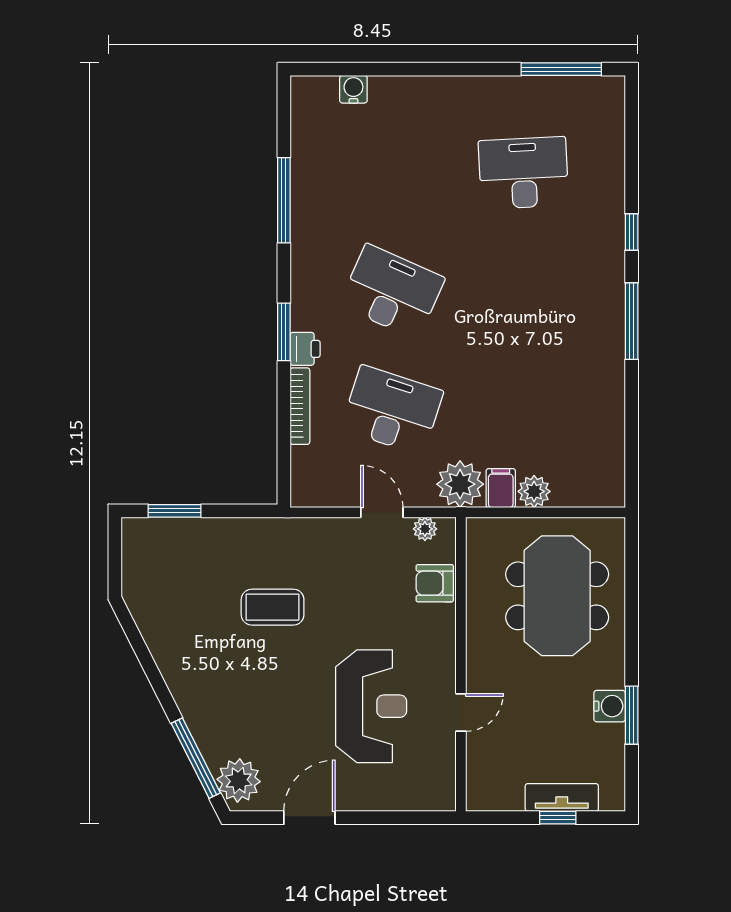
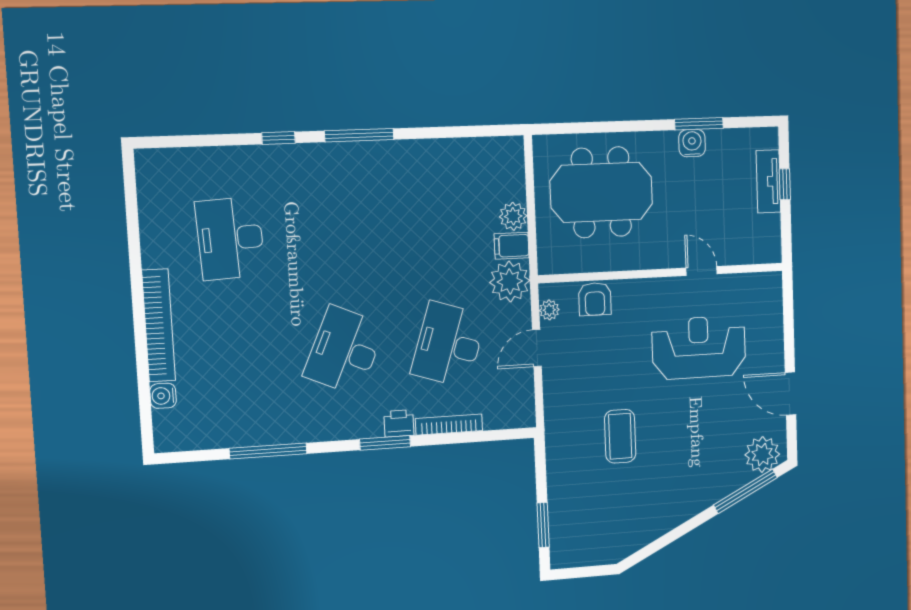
window: (561, 69) -> (132, 208), removed
bookcase: (432, 89) -> (159, 325), added

